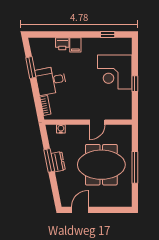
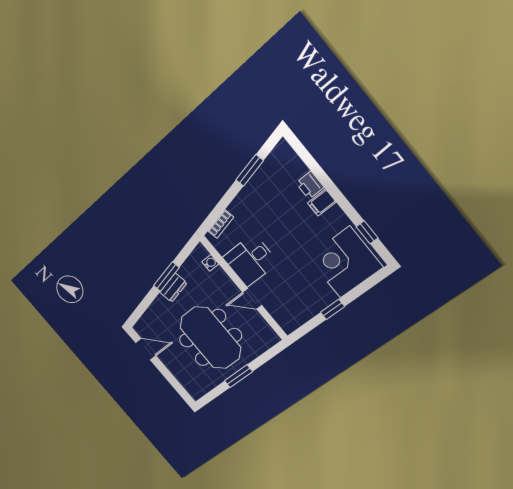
corner desk: (115, 72) -> (345, 262), moved
desk: (51, 80) -> (250, 260), moved, turned -79
window: (135, 167) -> (238, 376), width x0.69

